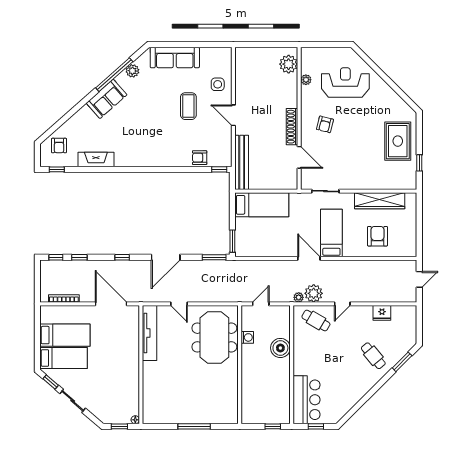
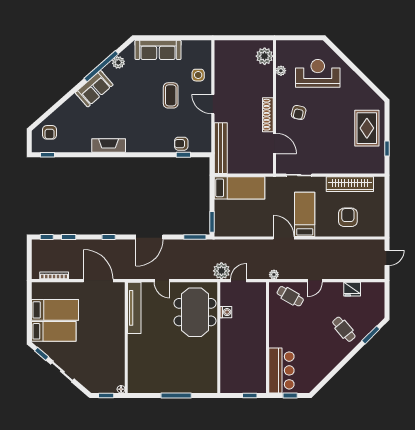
fireplace: (96, 160) -> (109, 145), moved
window: (219, 169) -> (183, 155), moved
plant: (314, 293) -> (221, 271), moved
boiler: (280, 348) -> (257, 322), removed

